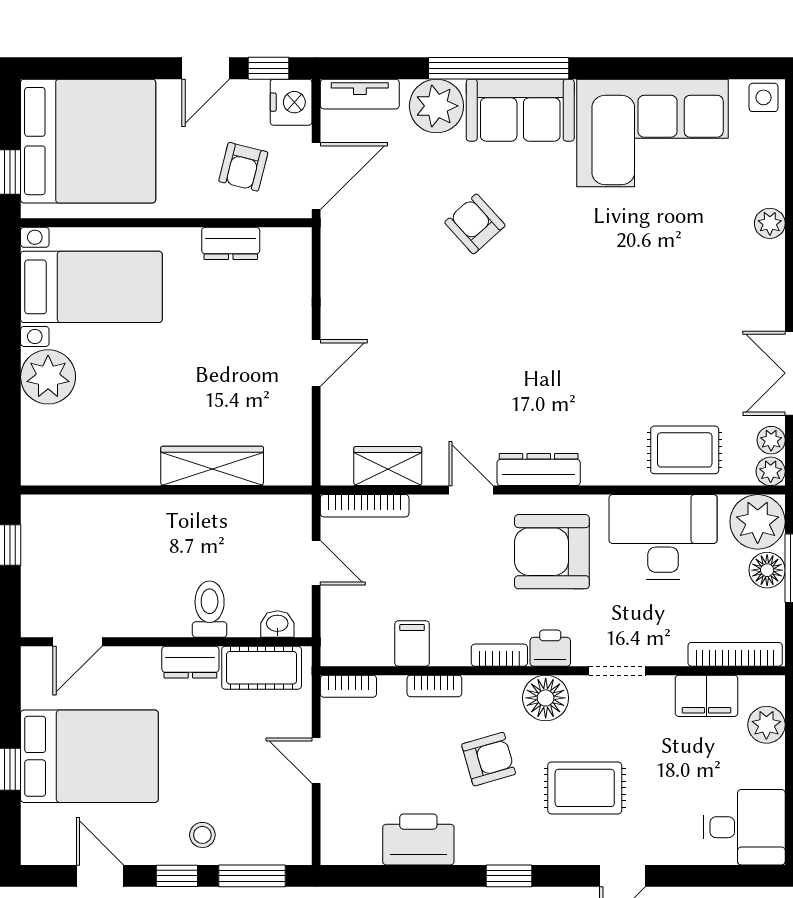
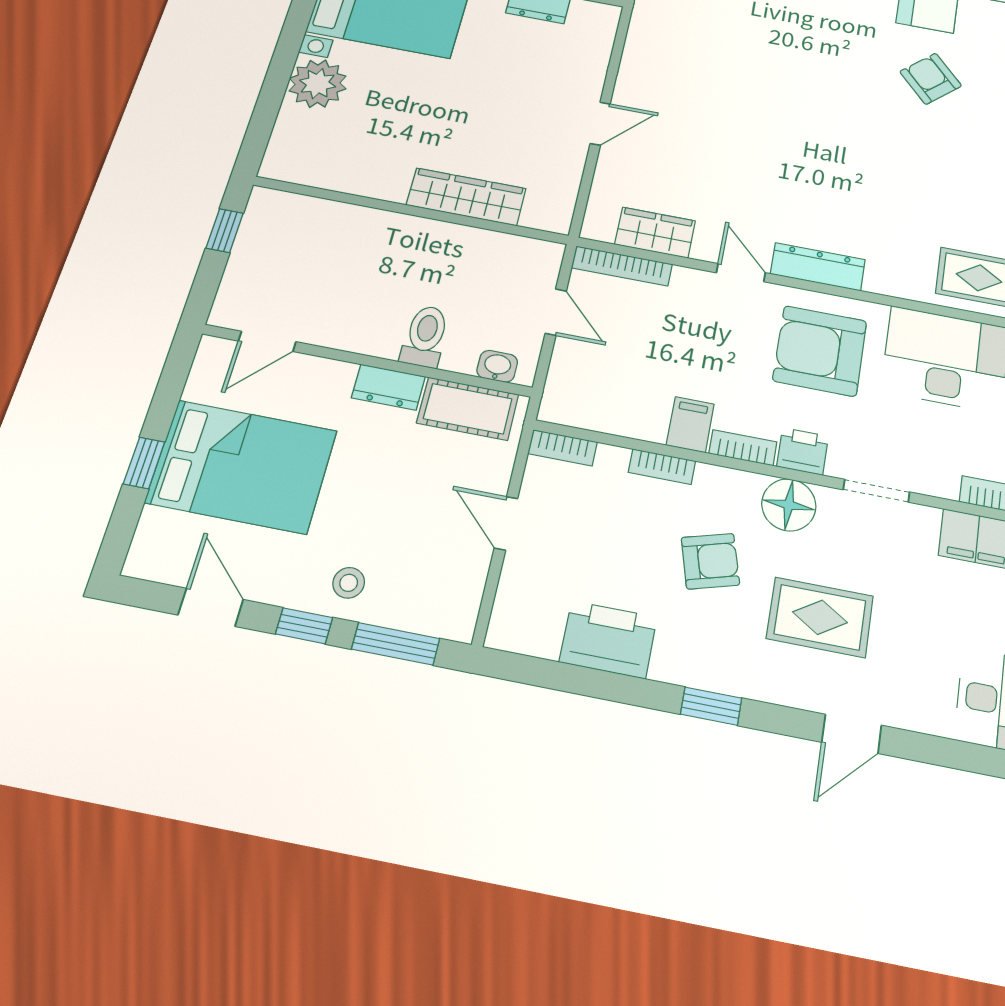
armchair: (475, 224) -> (931, 79), moved
filing cabinet: (412, 644) -> (690, 425), moved

